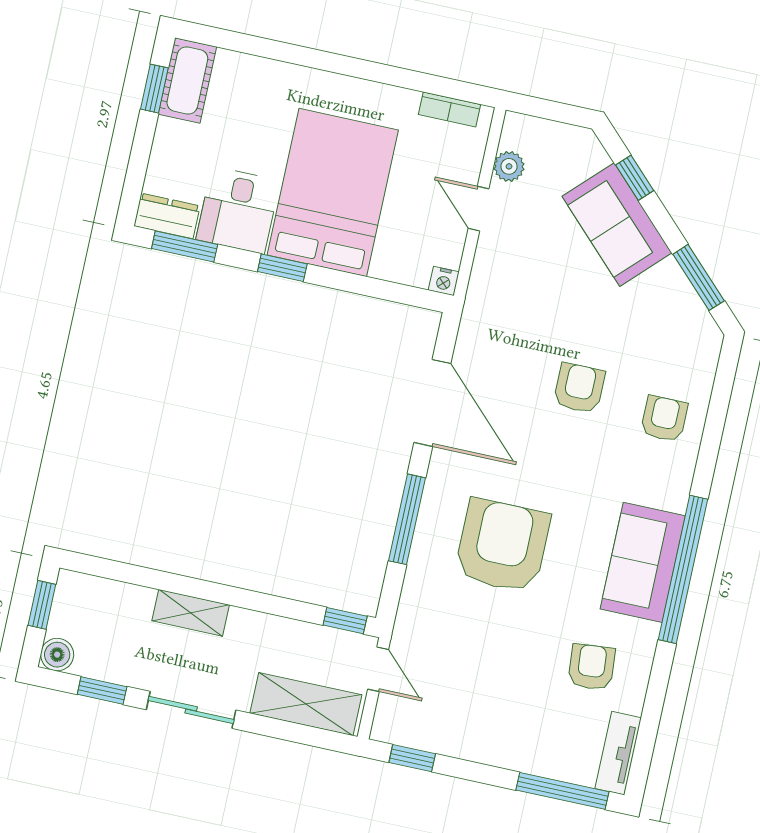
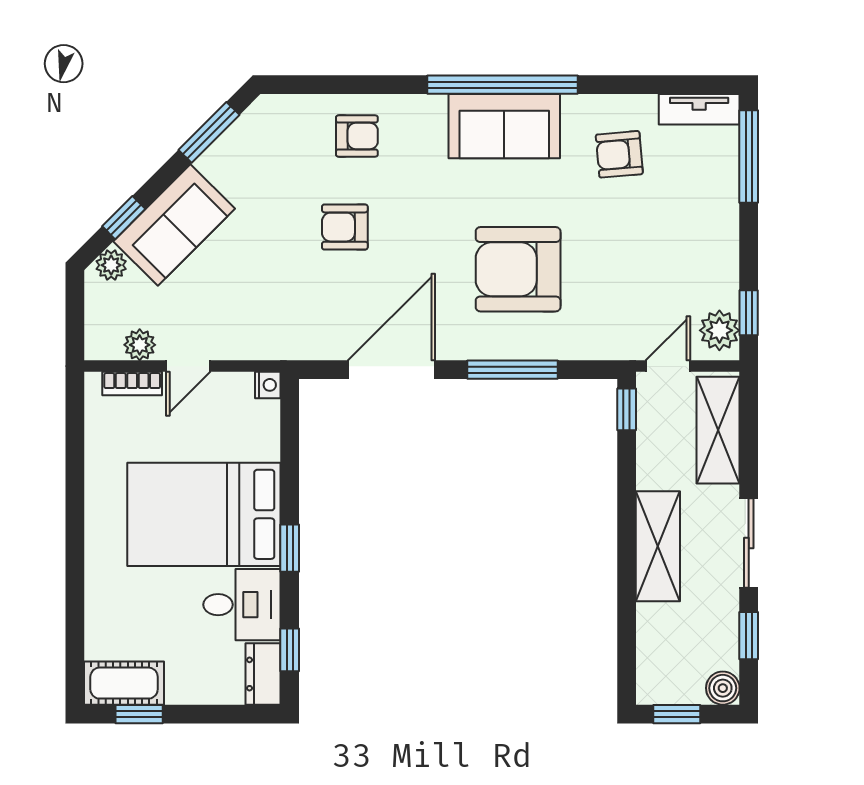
bookcase: (450, 109) -> (132, 383), moved, turned 90
plant: (592, 156) -> (111, 265), added
window: (185, 246) -> (290, 650), width x0.67
armchair: (664, 419) -> (357, 136), turned 180
shelving: (191, 613) -> (658, 546), width x1.50, depth x1.33
plant: (402, 726) -> (719, 330), added

